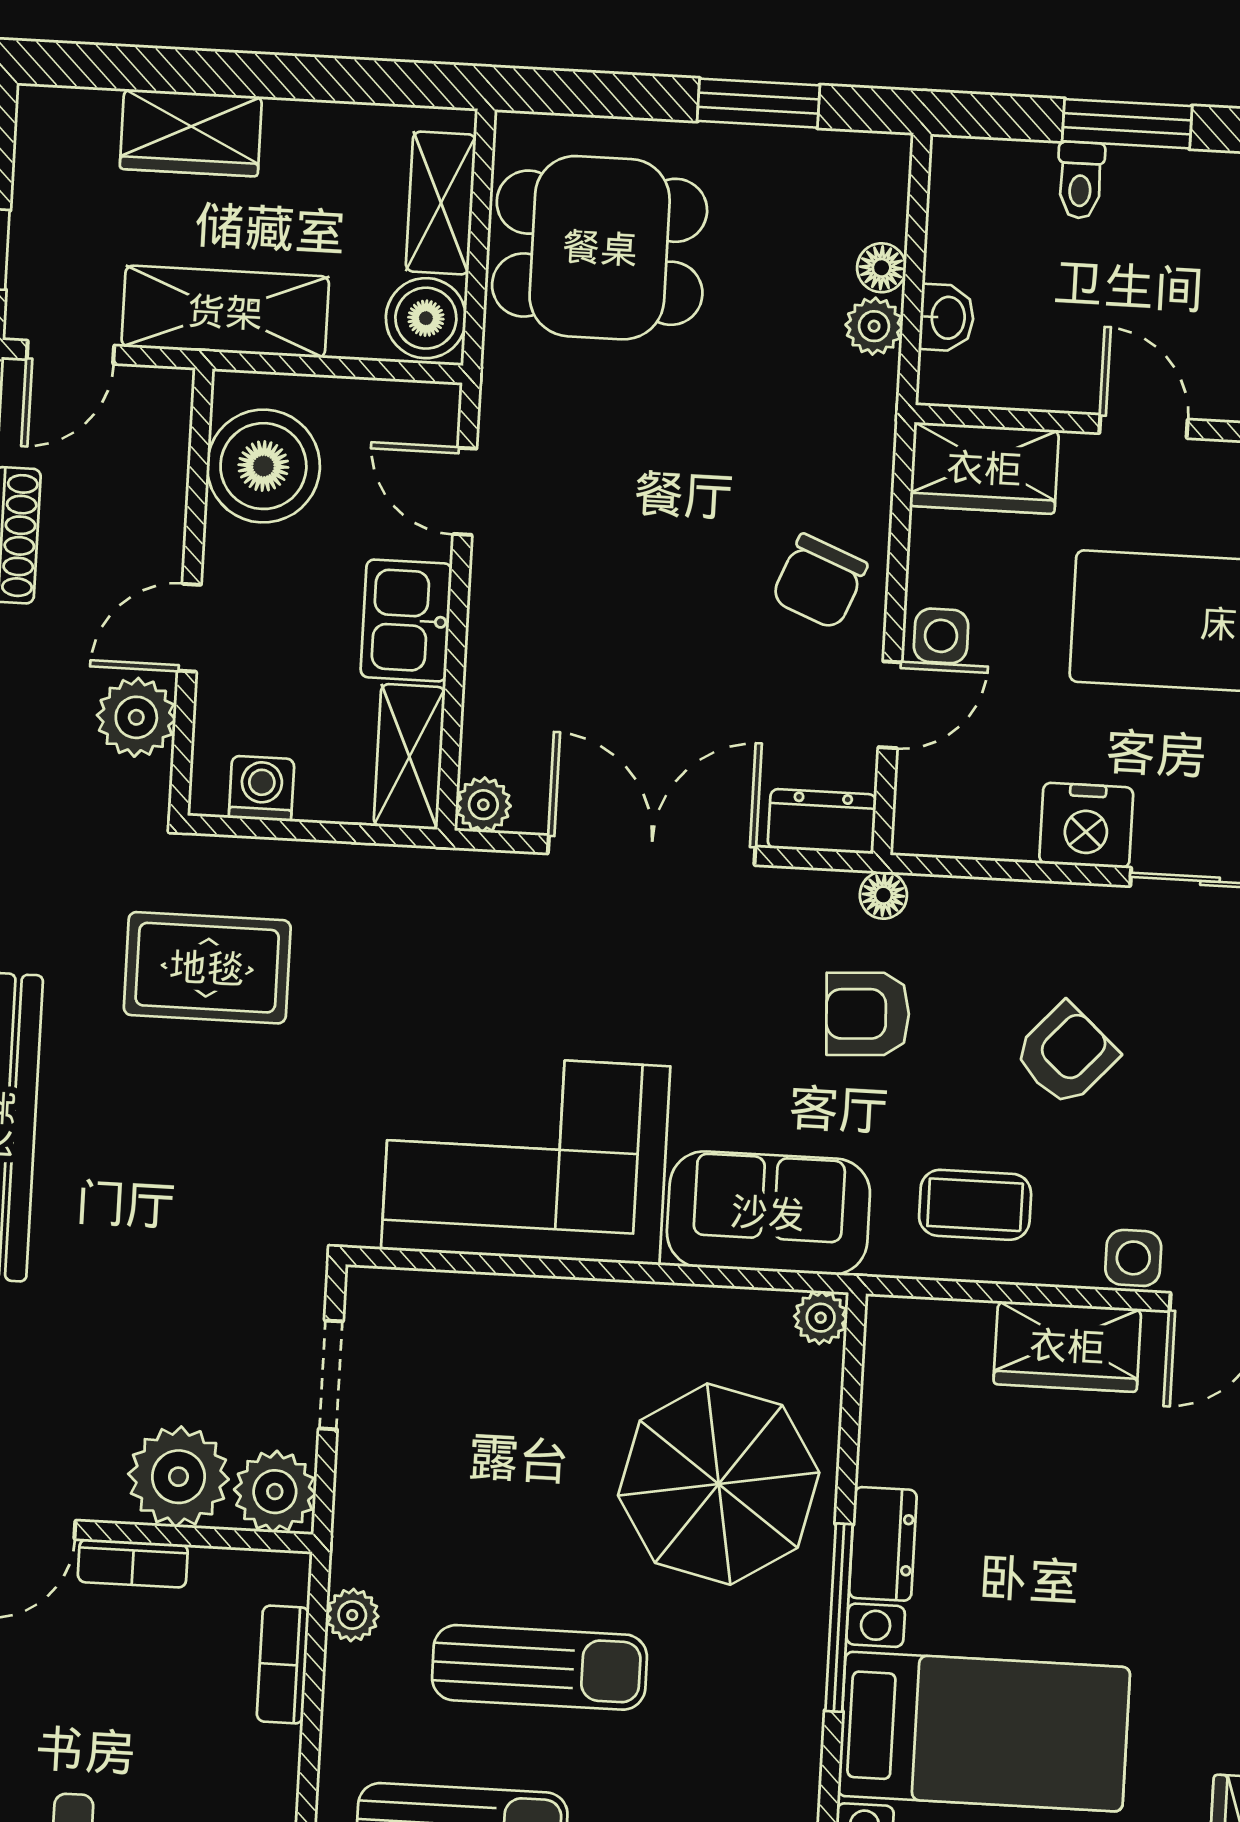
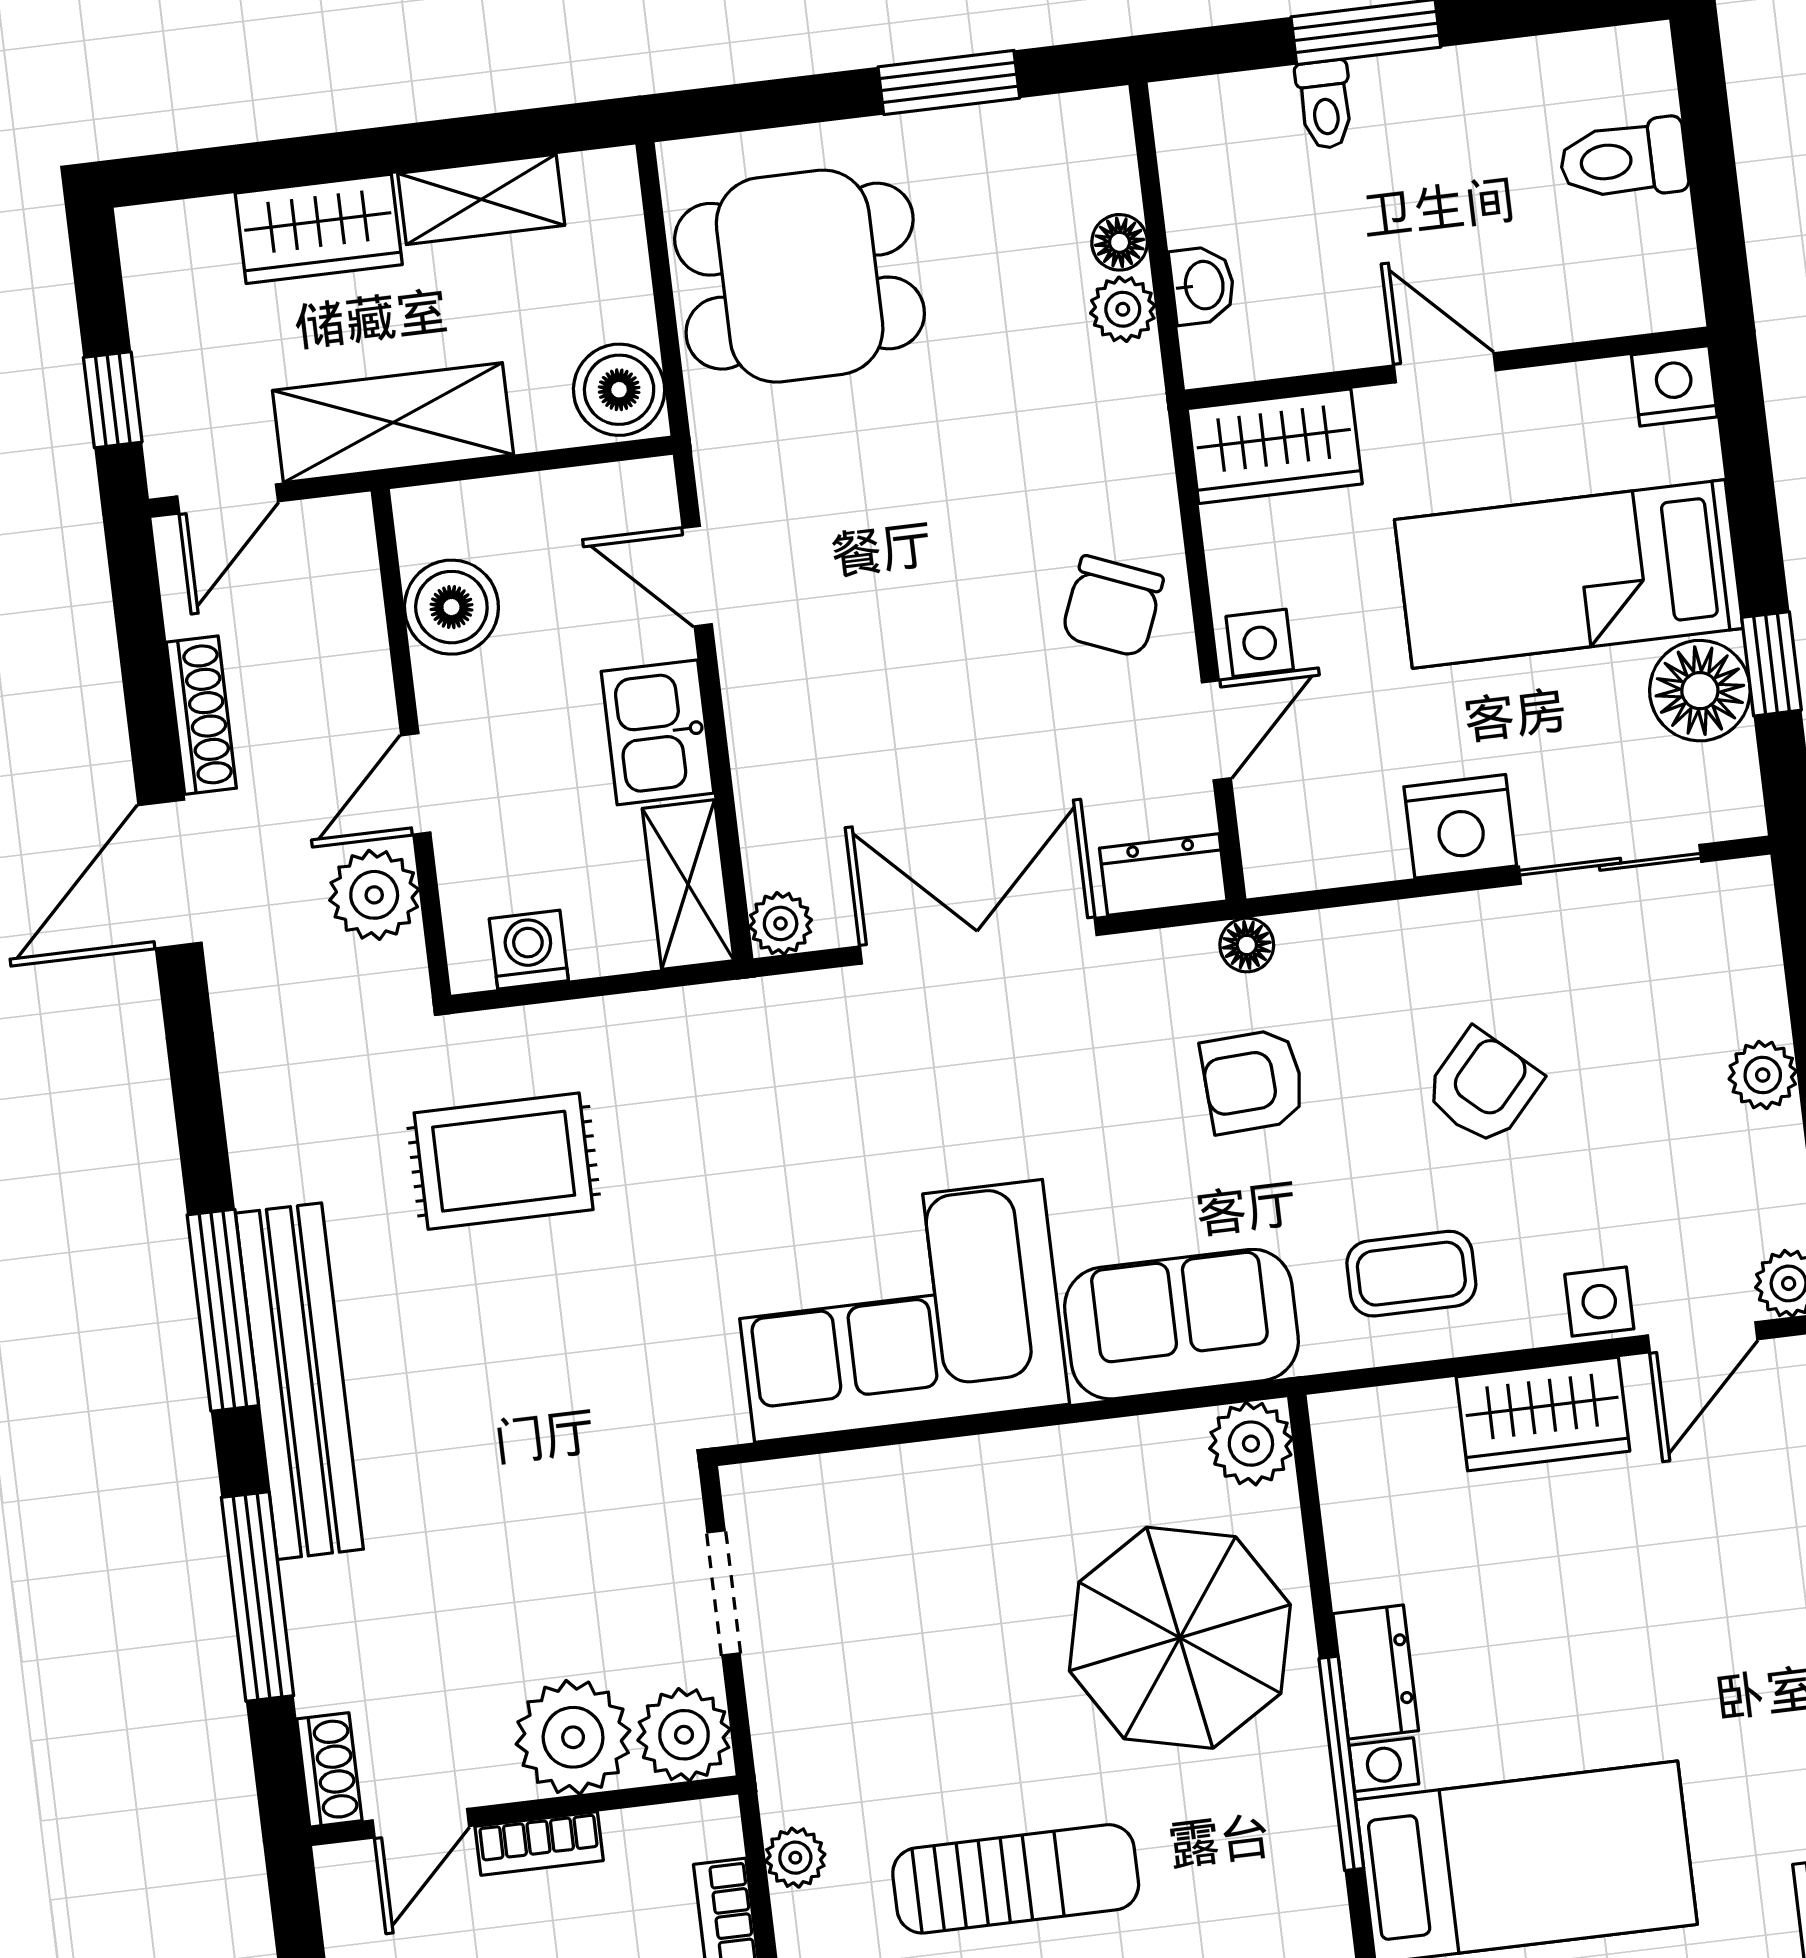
shelving: (441, 203) -> (481, 199), moved, turned 90
boiler: (263, 466) -> (451, 607), width x0.73, depth x0.73
plant: (821, 1318) -> (1251, 1444), width x1.38, depth x1.38

